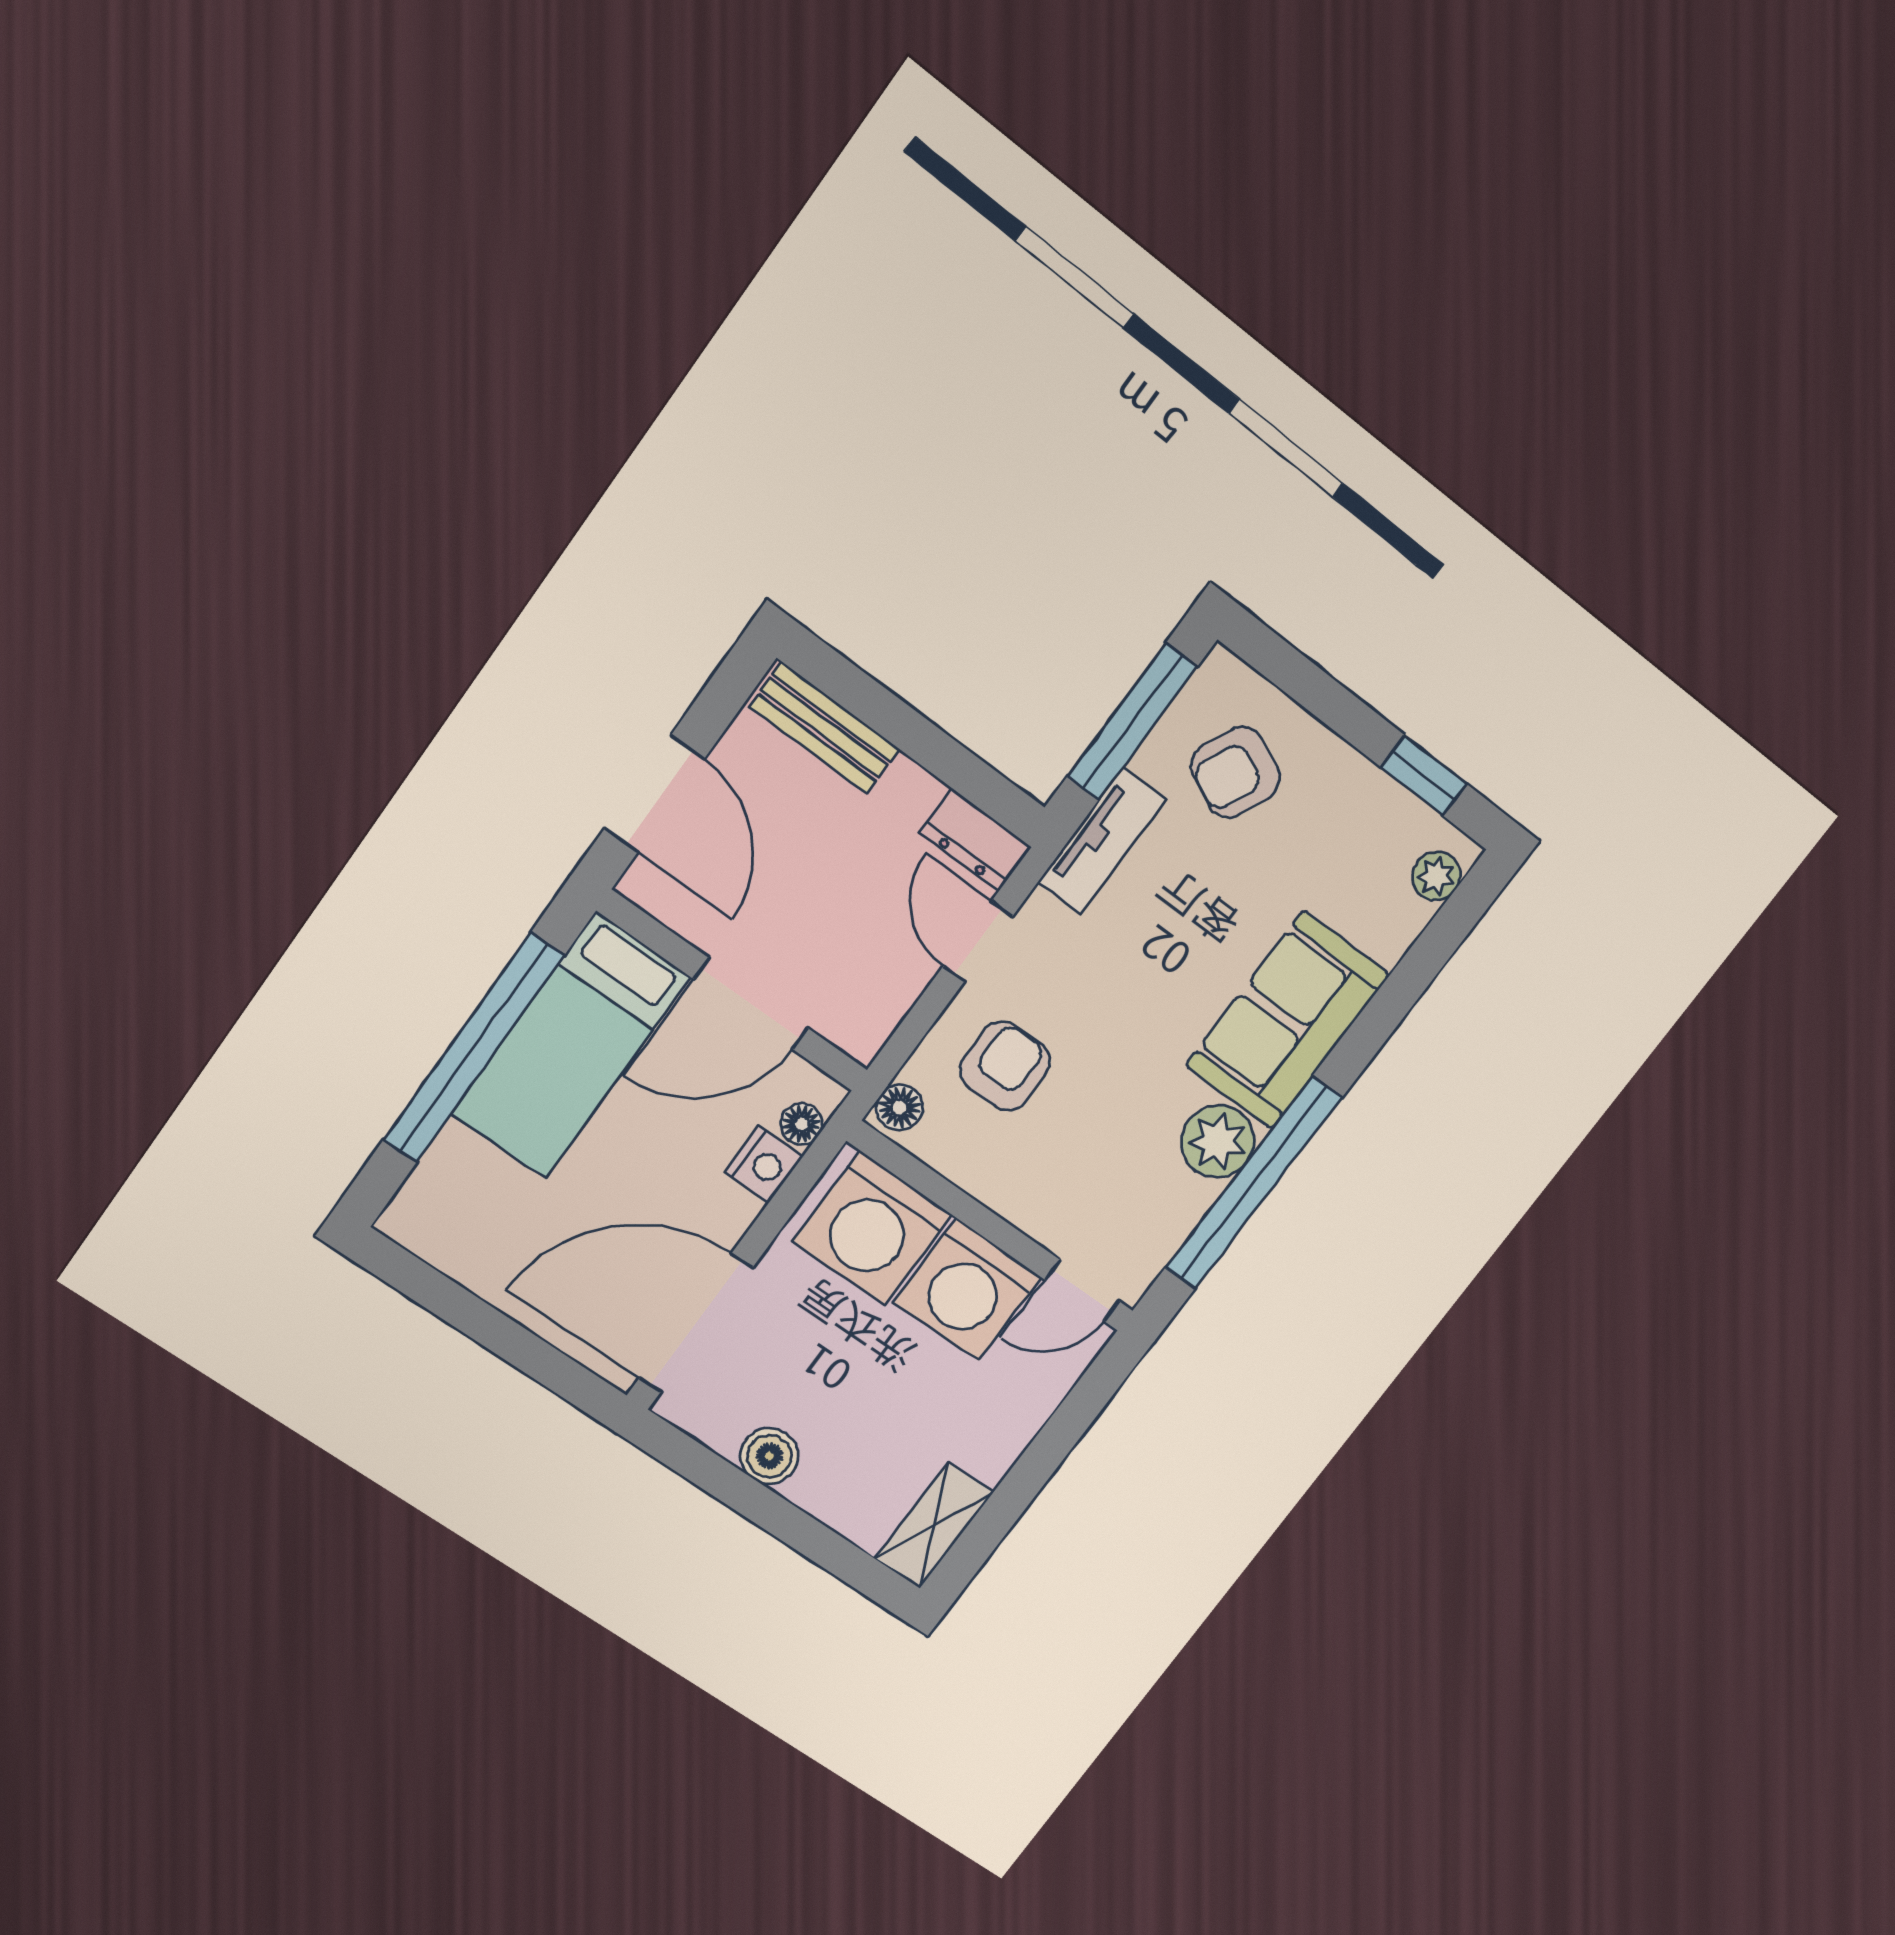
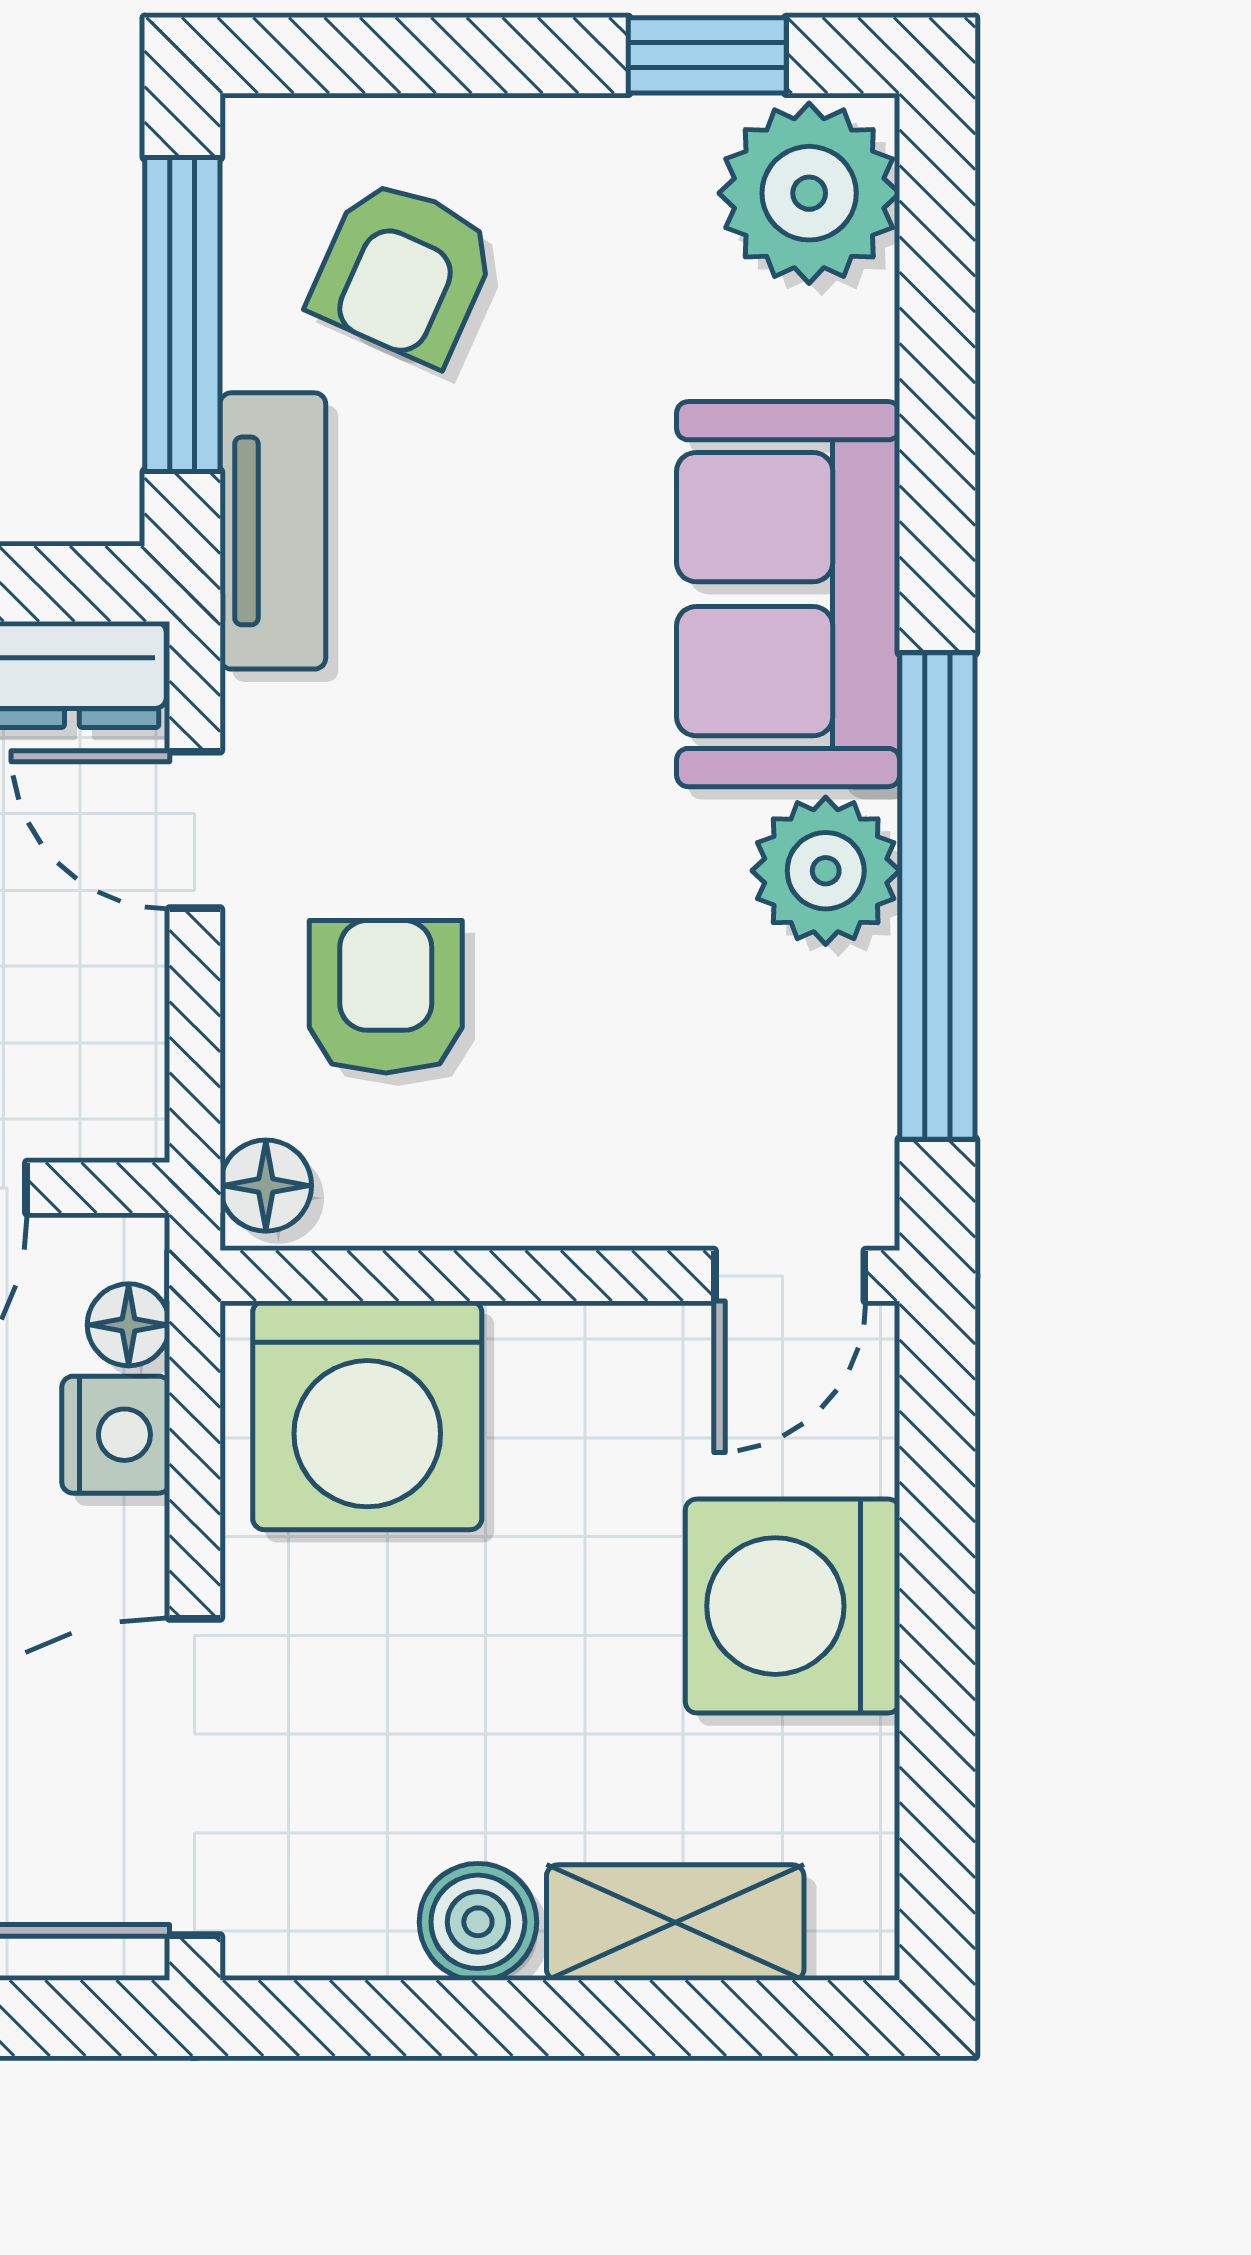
plant: (1436, 876) -> (809, 193), width x1.88, depth x1.88
washing machine: (968, 1290) -> (792, 1606), moved, turned 90
shelving: (934, 1525) -> (675, 1923), moved, turned 90

